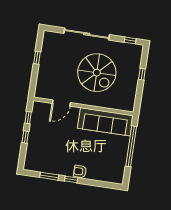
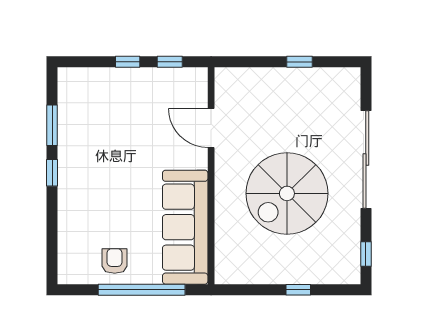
armchair: (80, 171) -> (115, 261), moved

